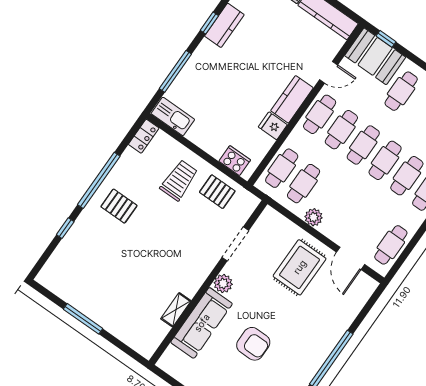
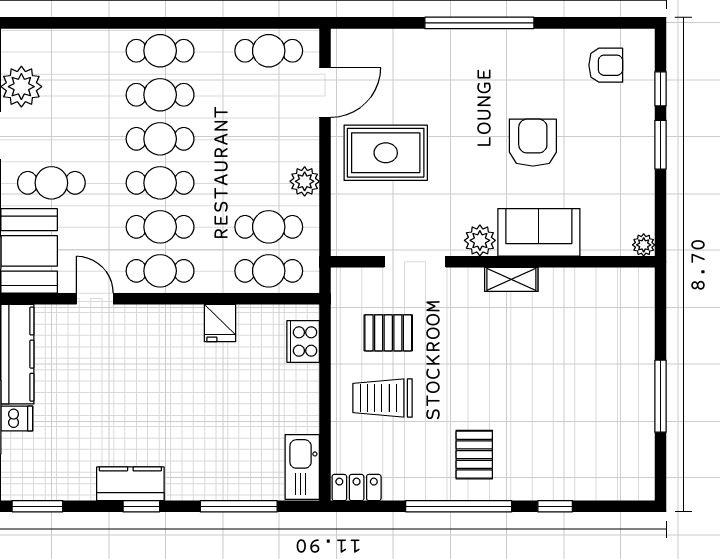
kitchen counter: (292, 99) -> (166, 322), removed
pallet: (217, 192) -> (388, 333), moved, turned 90
shelving: (176, 310) -> (511, 279), moved
sofa: (202, 323) -> (539, 232), width x0.73
plant: (164, 363) -> (644, 245), added

